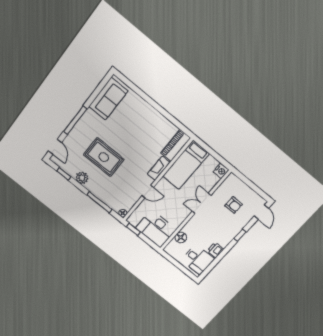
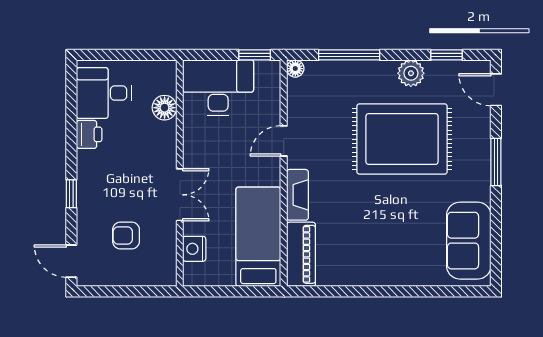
window: (75, 120) -> (496, 162), width x0.69
rug: (104, 157) -> (402, 139), width x1.37, depth x1.44
nightstand: (221, 171) -> (194, 249), moved

